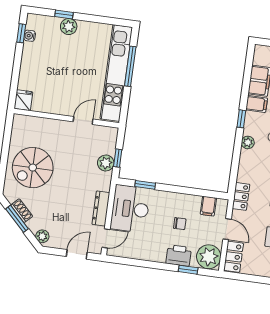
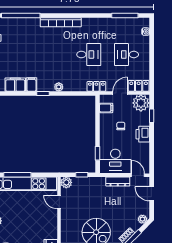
plant: (106, 163) -> (66, 182), moved
printer: (179, 255) -> (143, 134), moved

